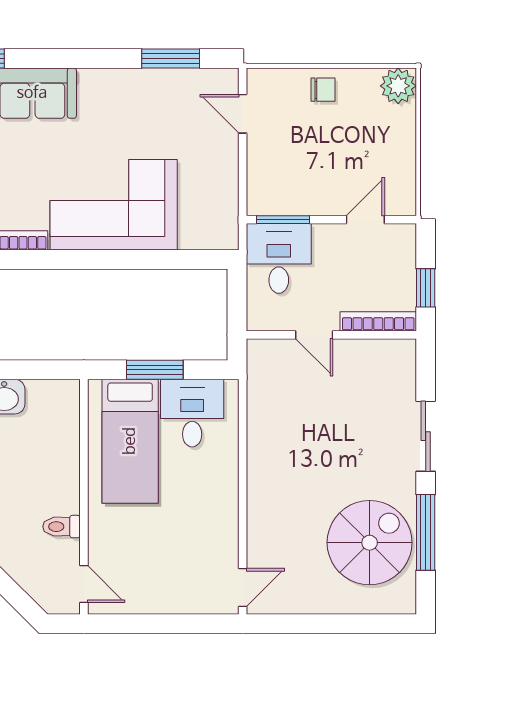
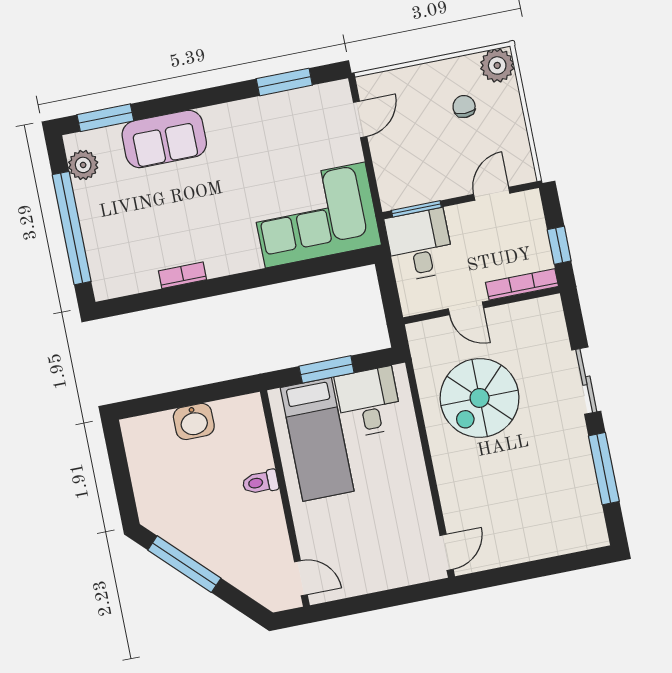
chair: (323, 90) -> (464, 107), moved, turned -90
door: (243, 114) -> (360, 119), swing flipped
corner sofa: (114, 205) -> (315, 215), moved
toilet: (61, 527) -> (260, 482), moved
spiral stairs: (370, 543) -> (480, 398), moved, turned 180

